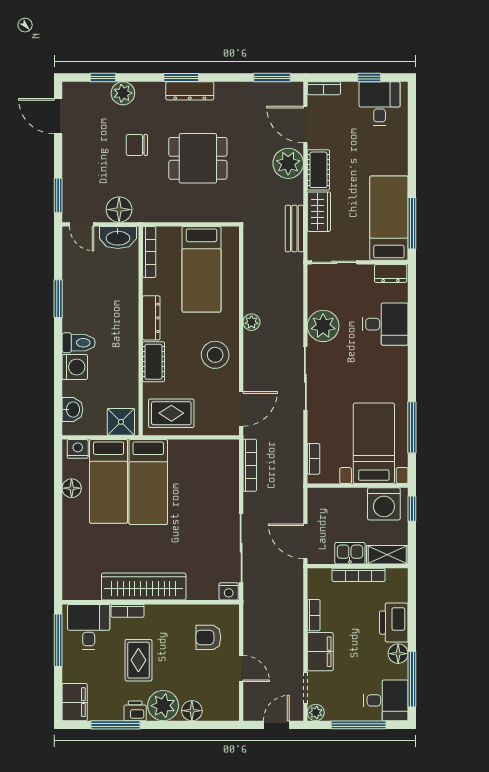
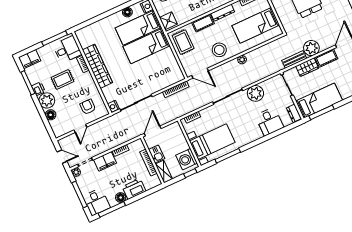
plant: (288, 163) -> (311, 48), moved

